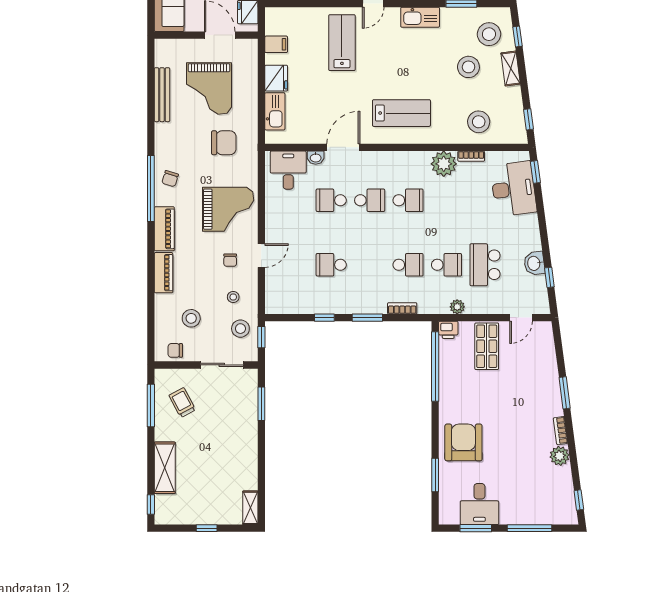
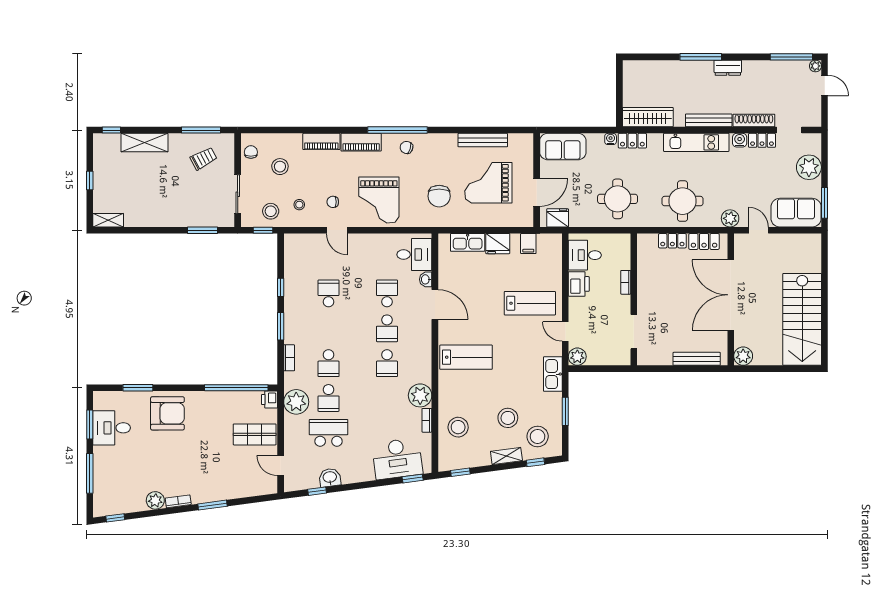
lab bench: (401, 113) -> (466, 357), turned -90
plant: (457, 307) -> (296, 402), width x1.88, depth x1.88

